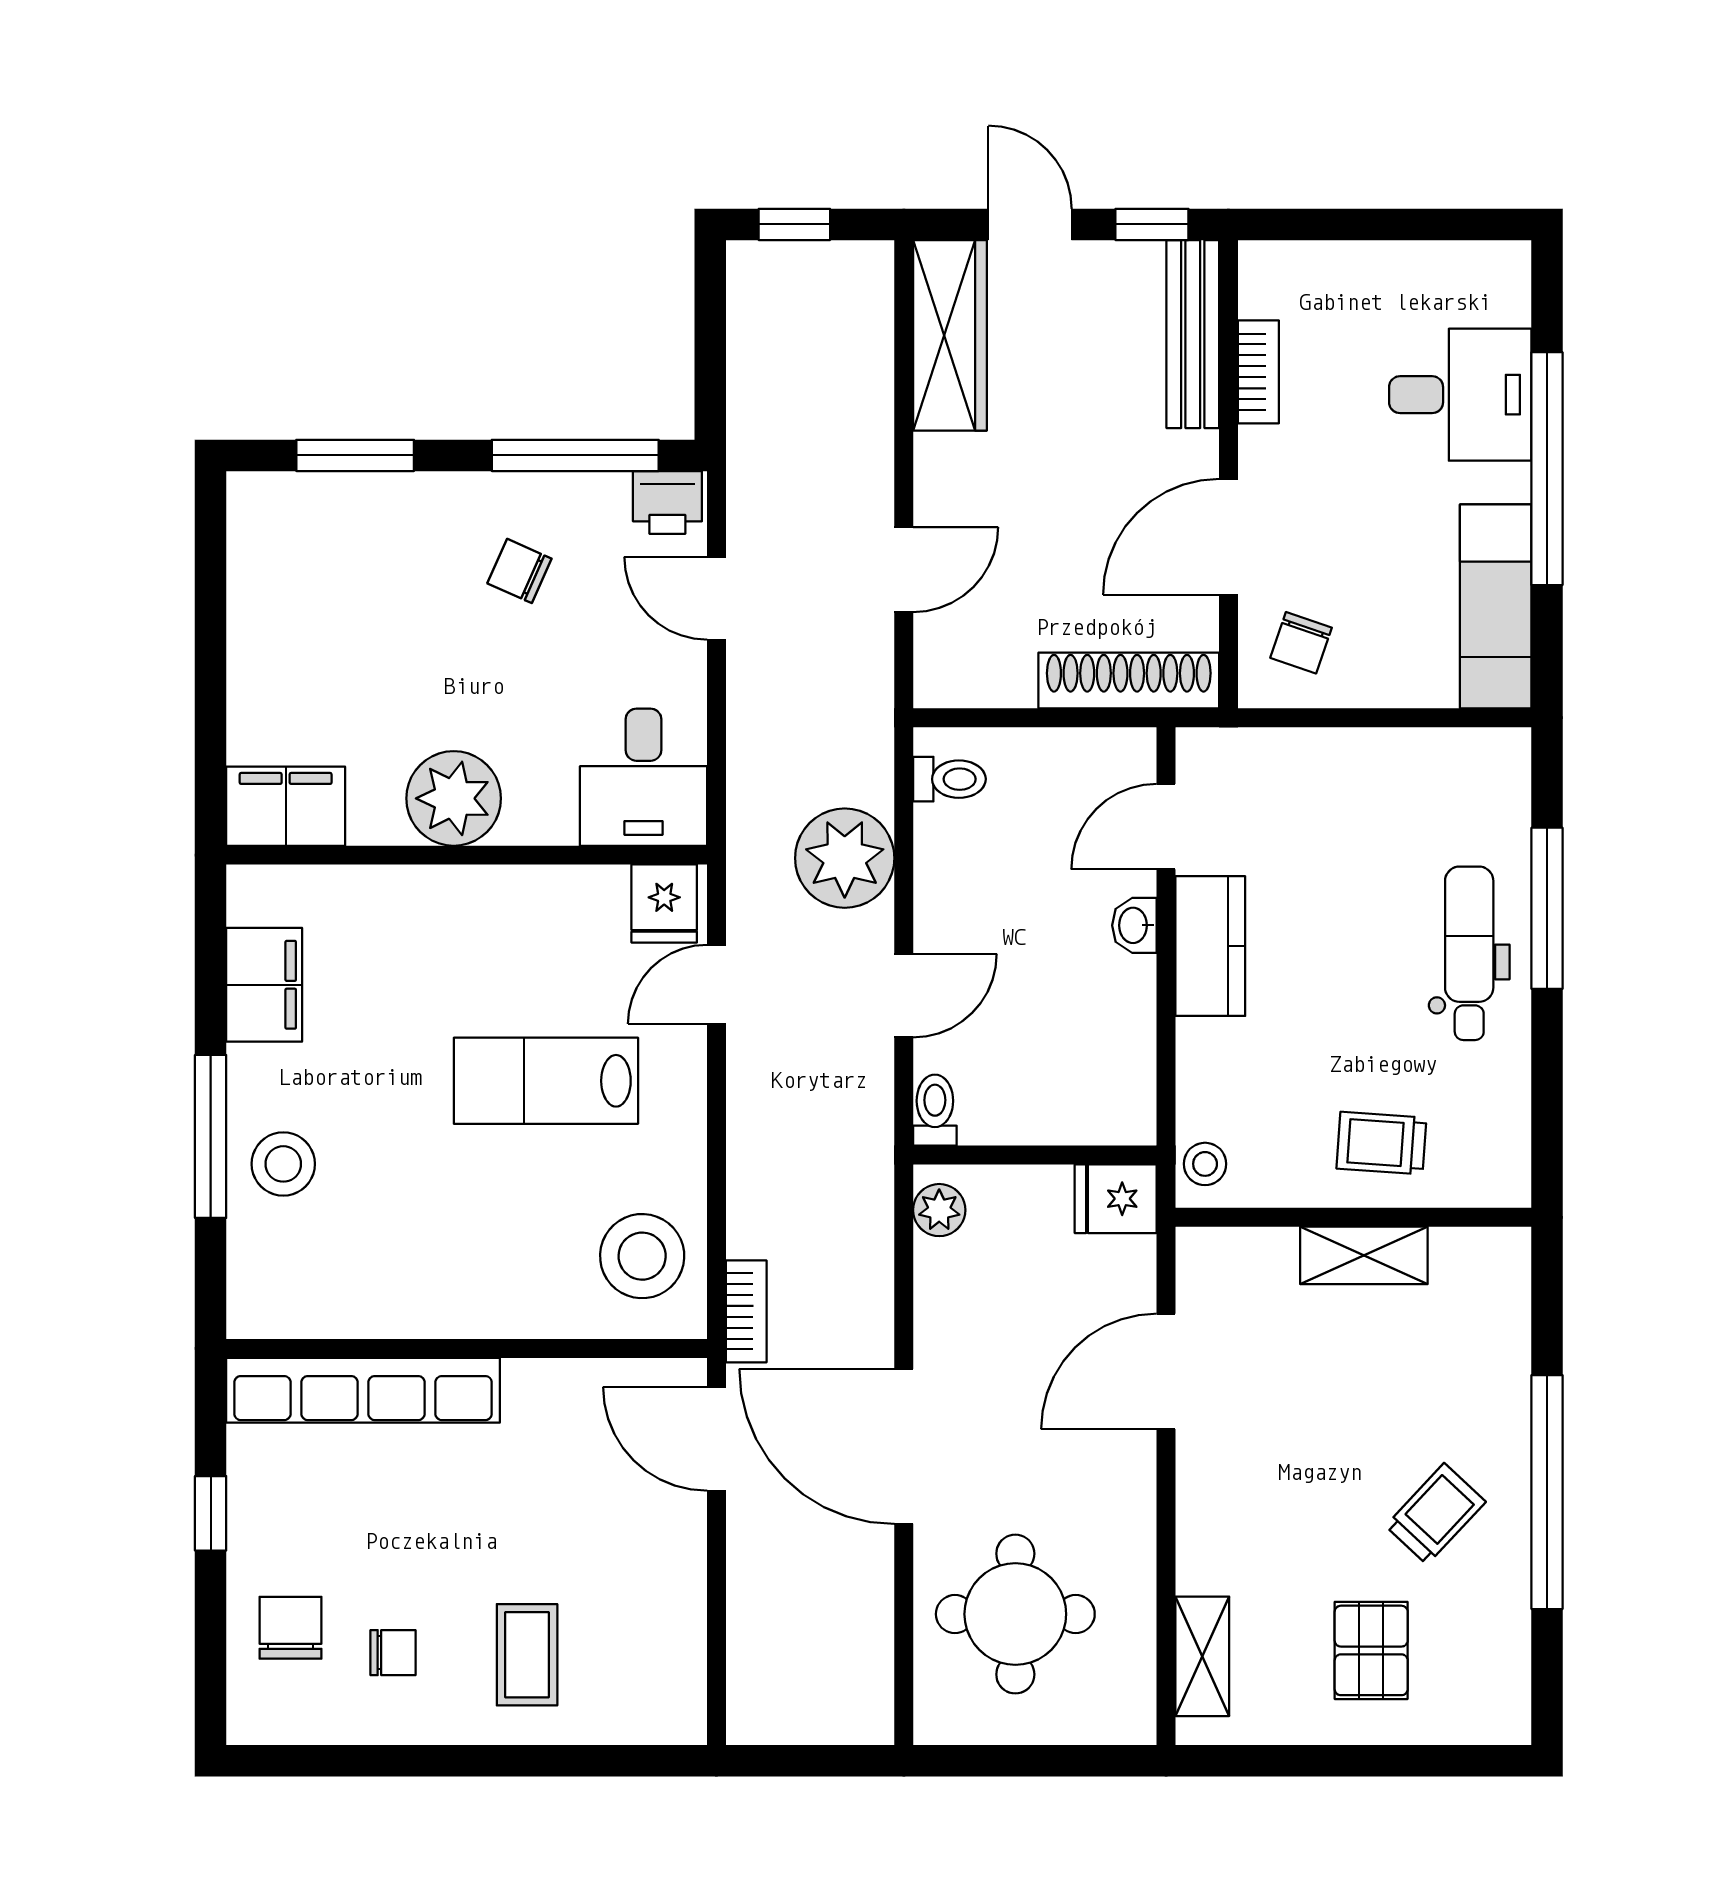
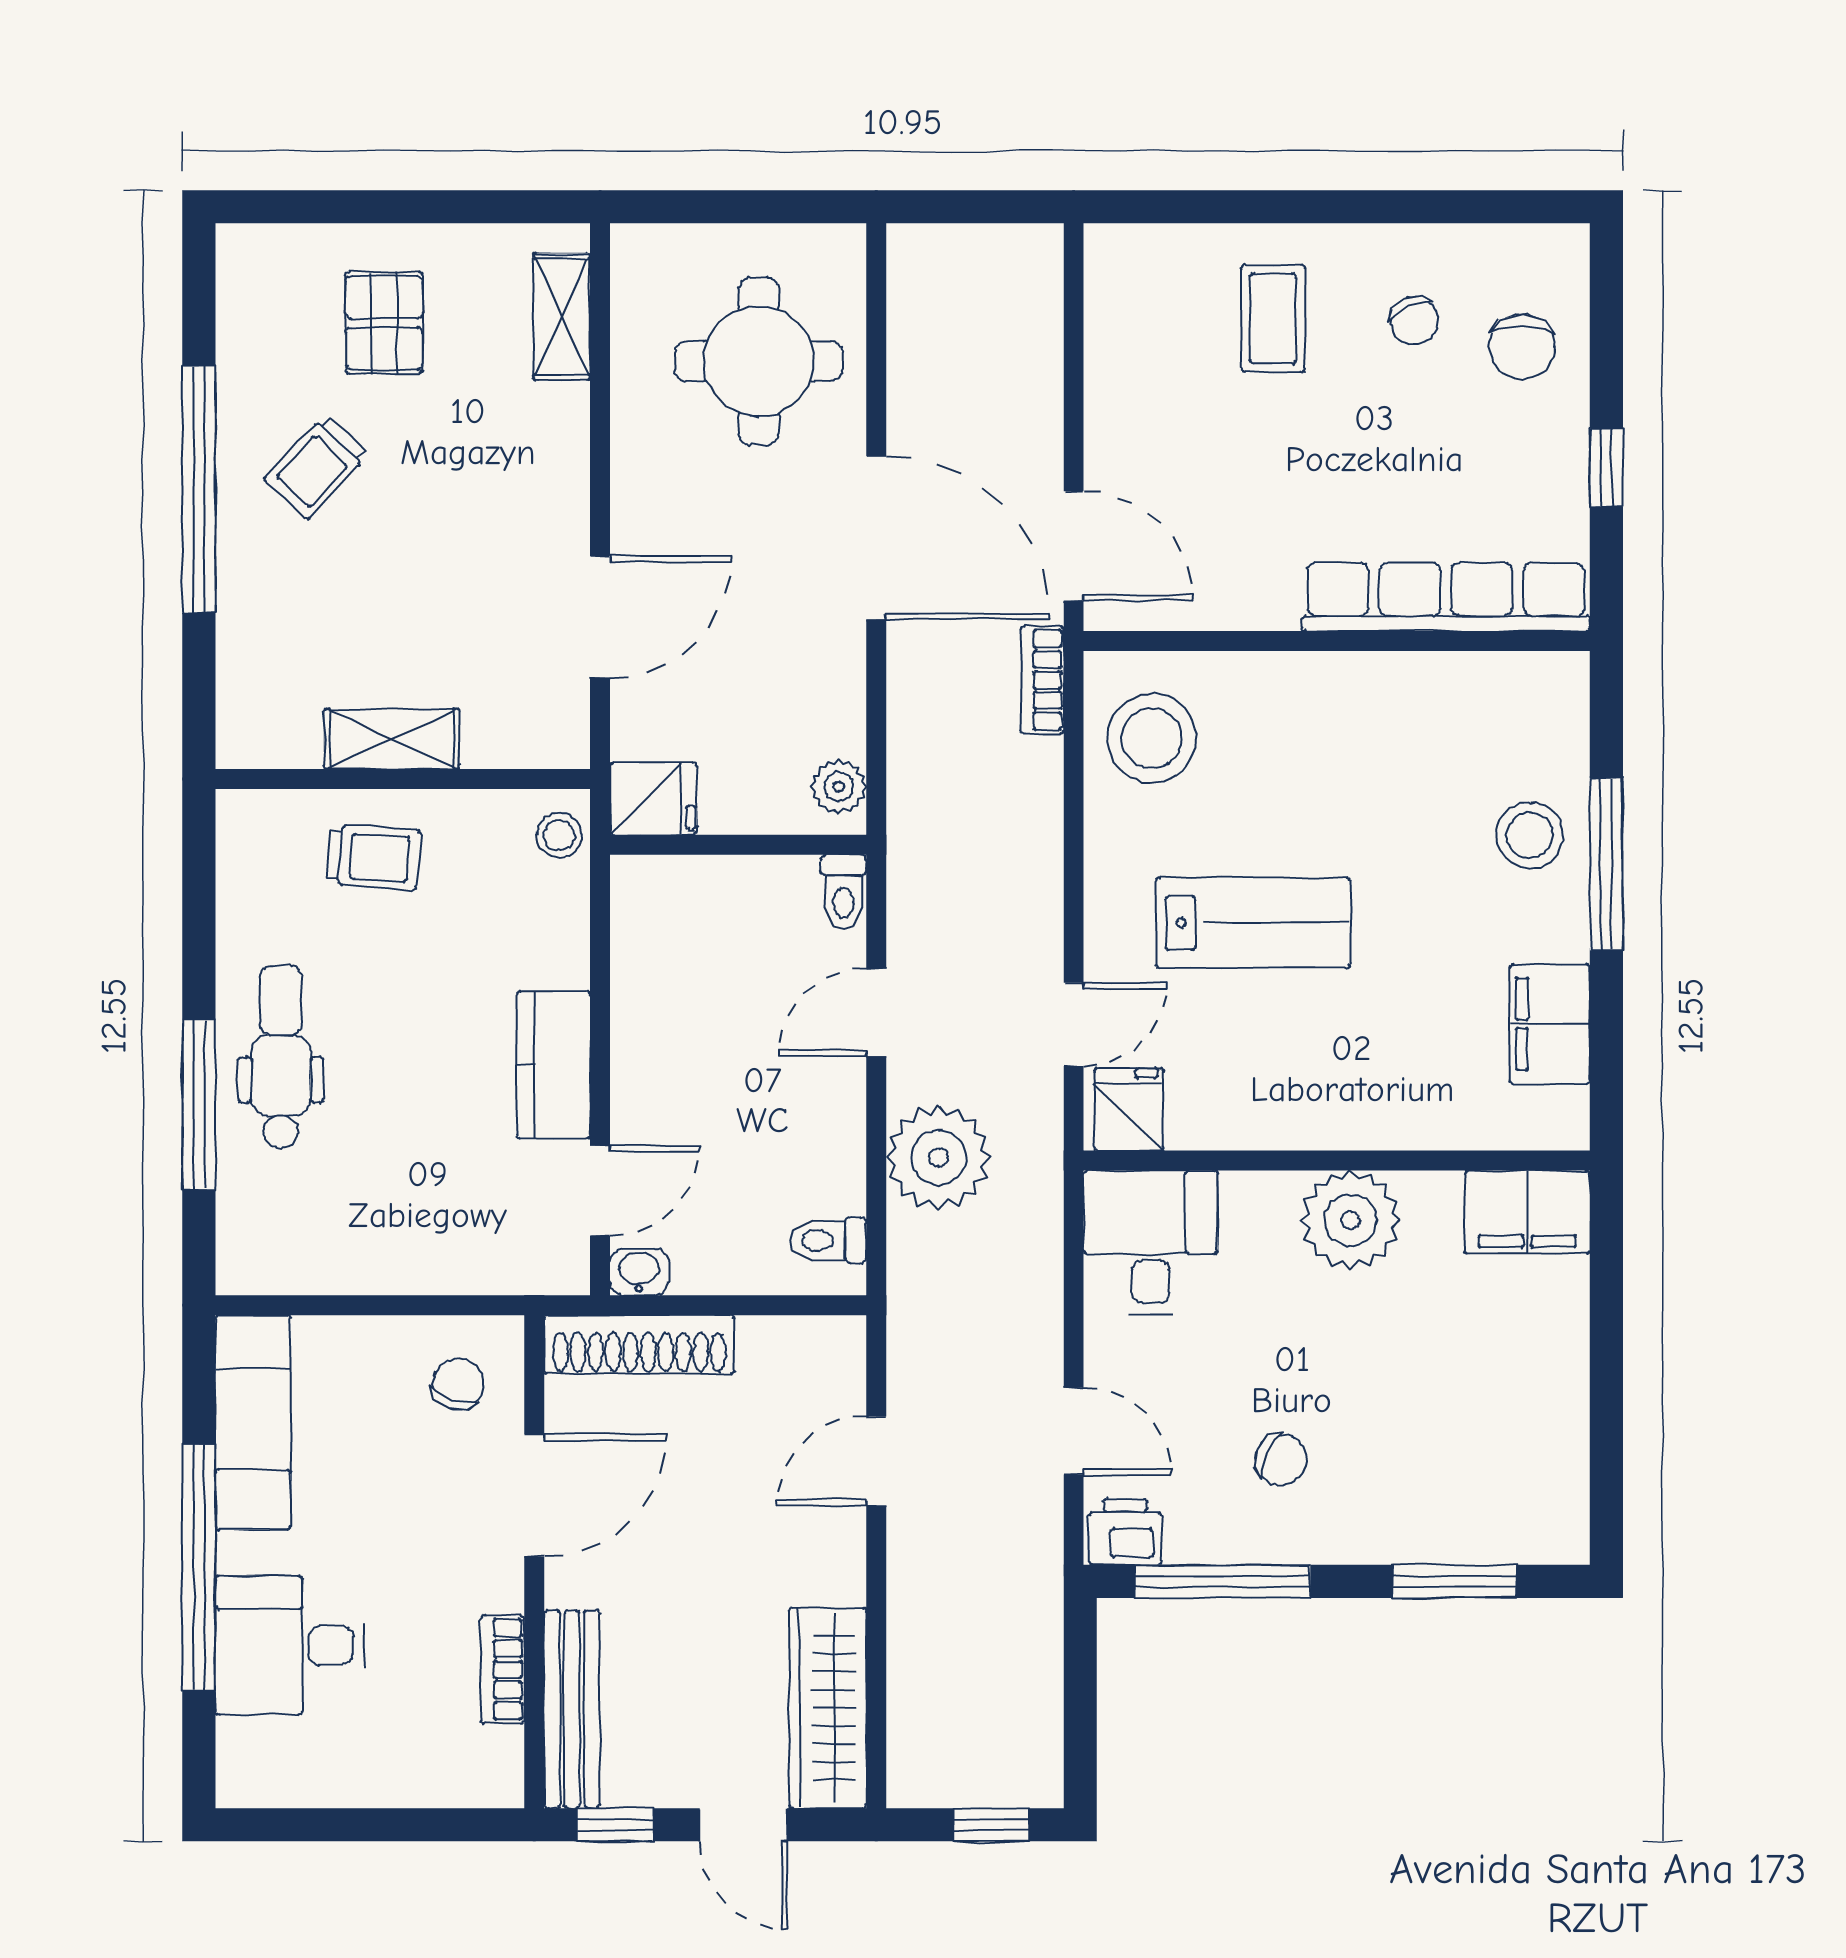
washbasin: (1134, 925) -> (639, 1272), moved, turned -90
dental chair: (1469, 953) -> (281, 1057), turned 180
chair: (393, 1653) -> (1414, 321), turned -114

